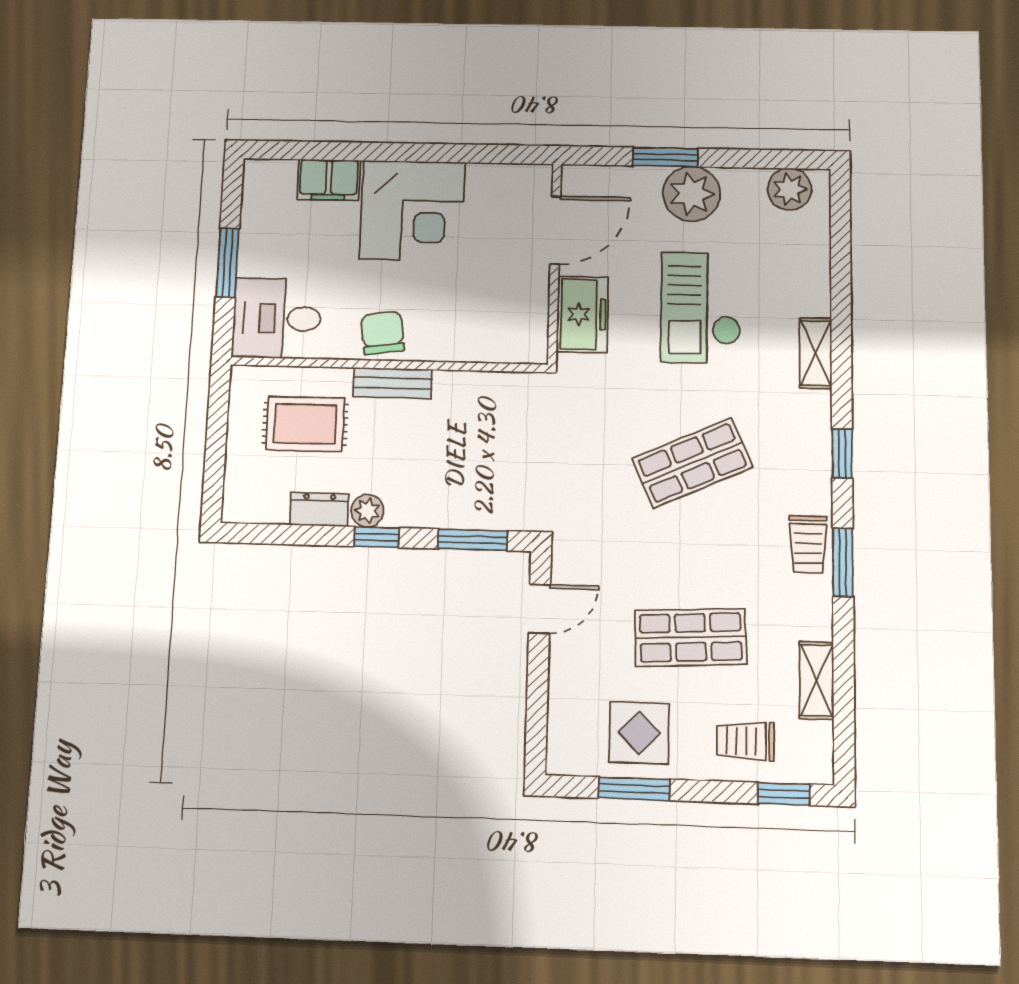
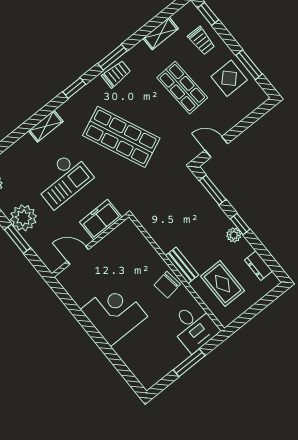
filing cabinet: (329, 180) -> (128, 353), removed
door: (555, 230) -> (78, 255), width x0.73
shop shelf: (692, 463) -> (121, 137), width x1.43, depth x1.36
dresser: (319, 509) -> (258, 266), moved

